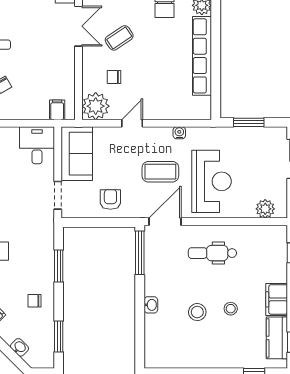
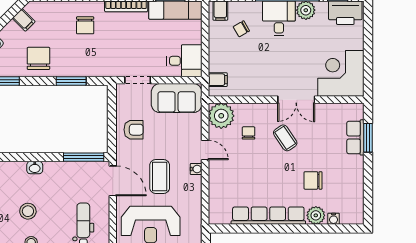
water cooler: (179, 133) -> (196, 169), moved
chair: (34, 301) -> (38, 58), width x1.87, depth x1.87

